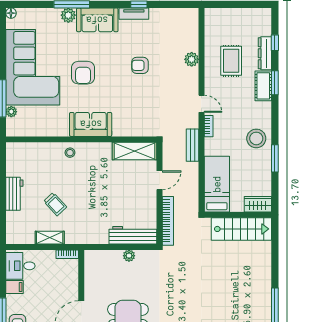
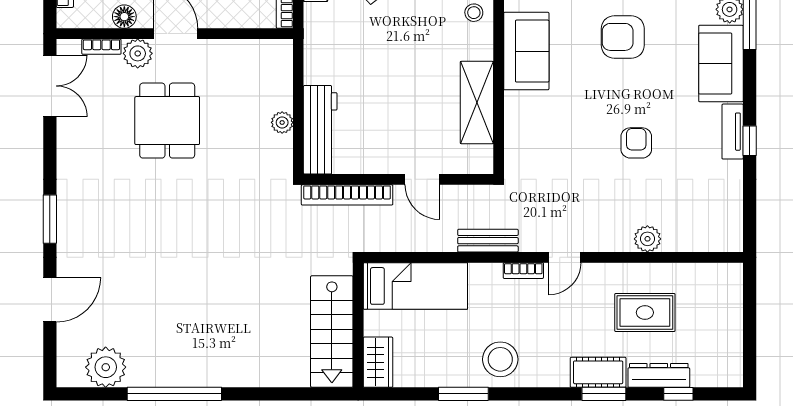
shelving: (135, 151) -> (477, 103), moved

